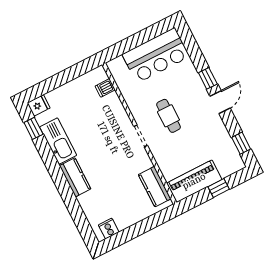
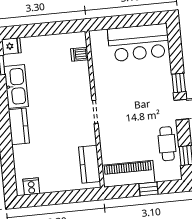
cafe table: (168, 116) -> (167, 144), moved

